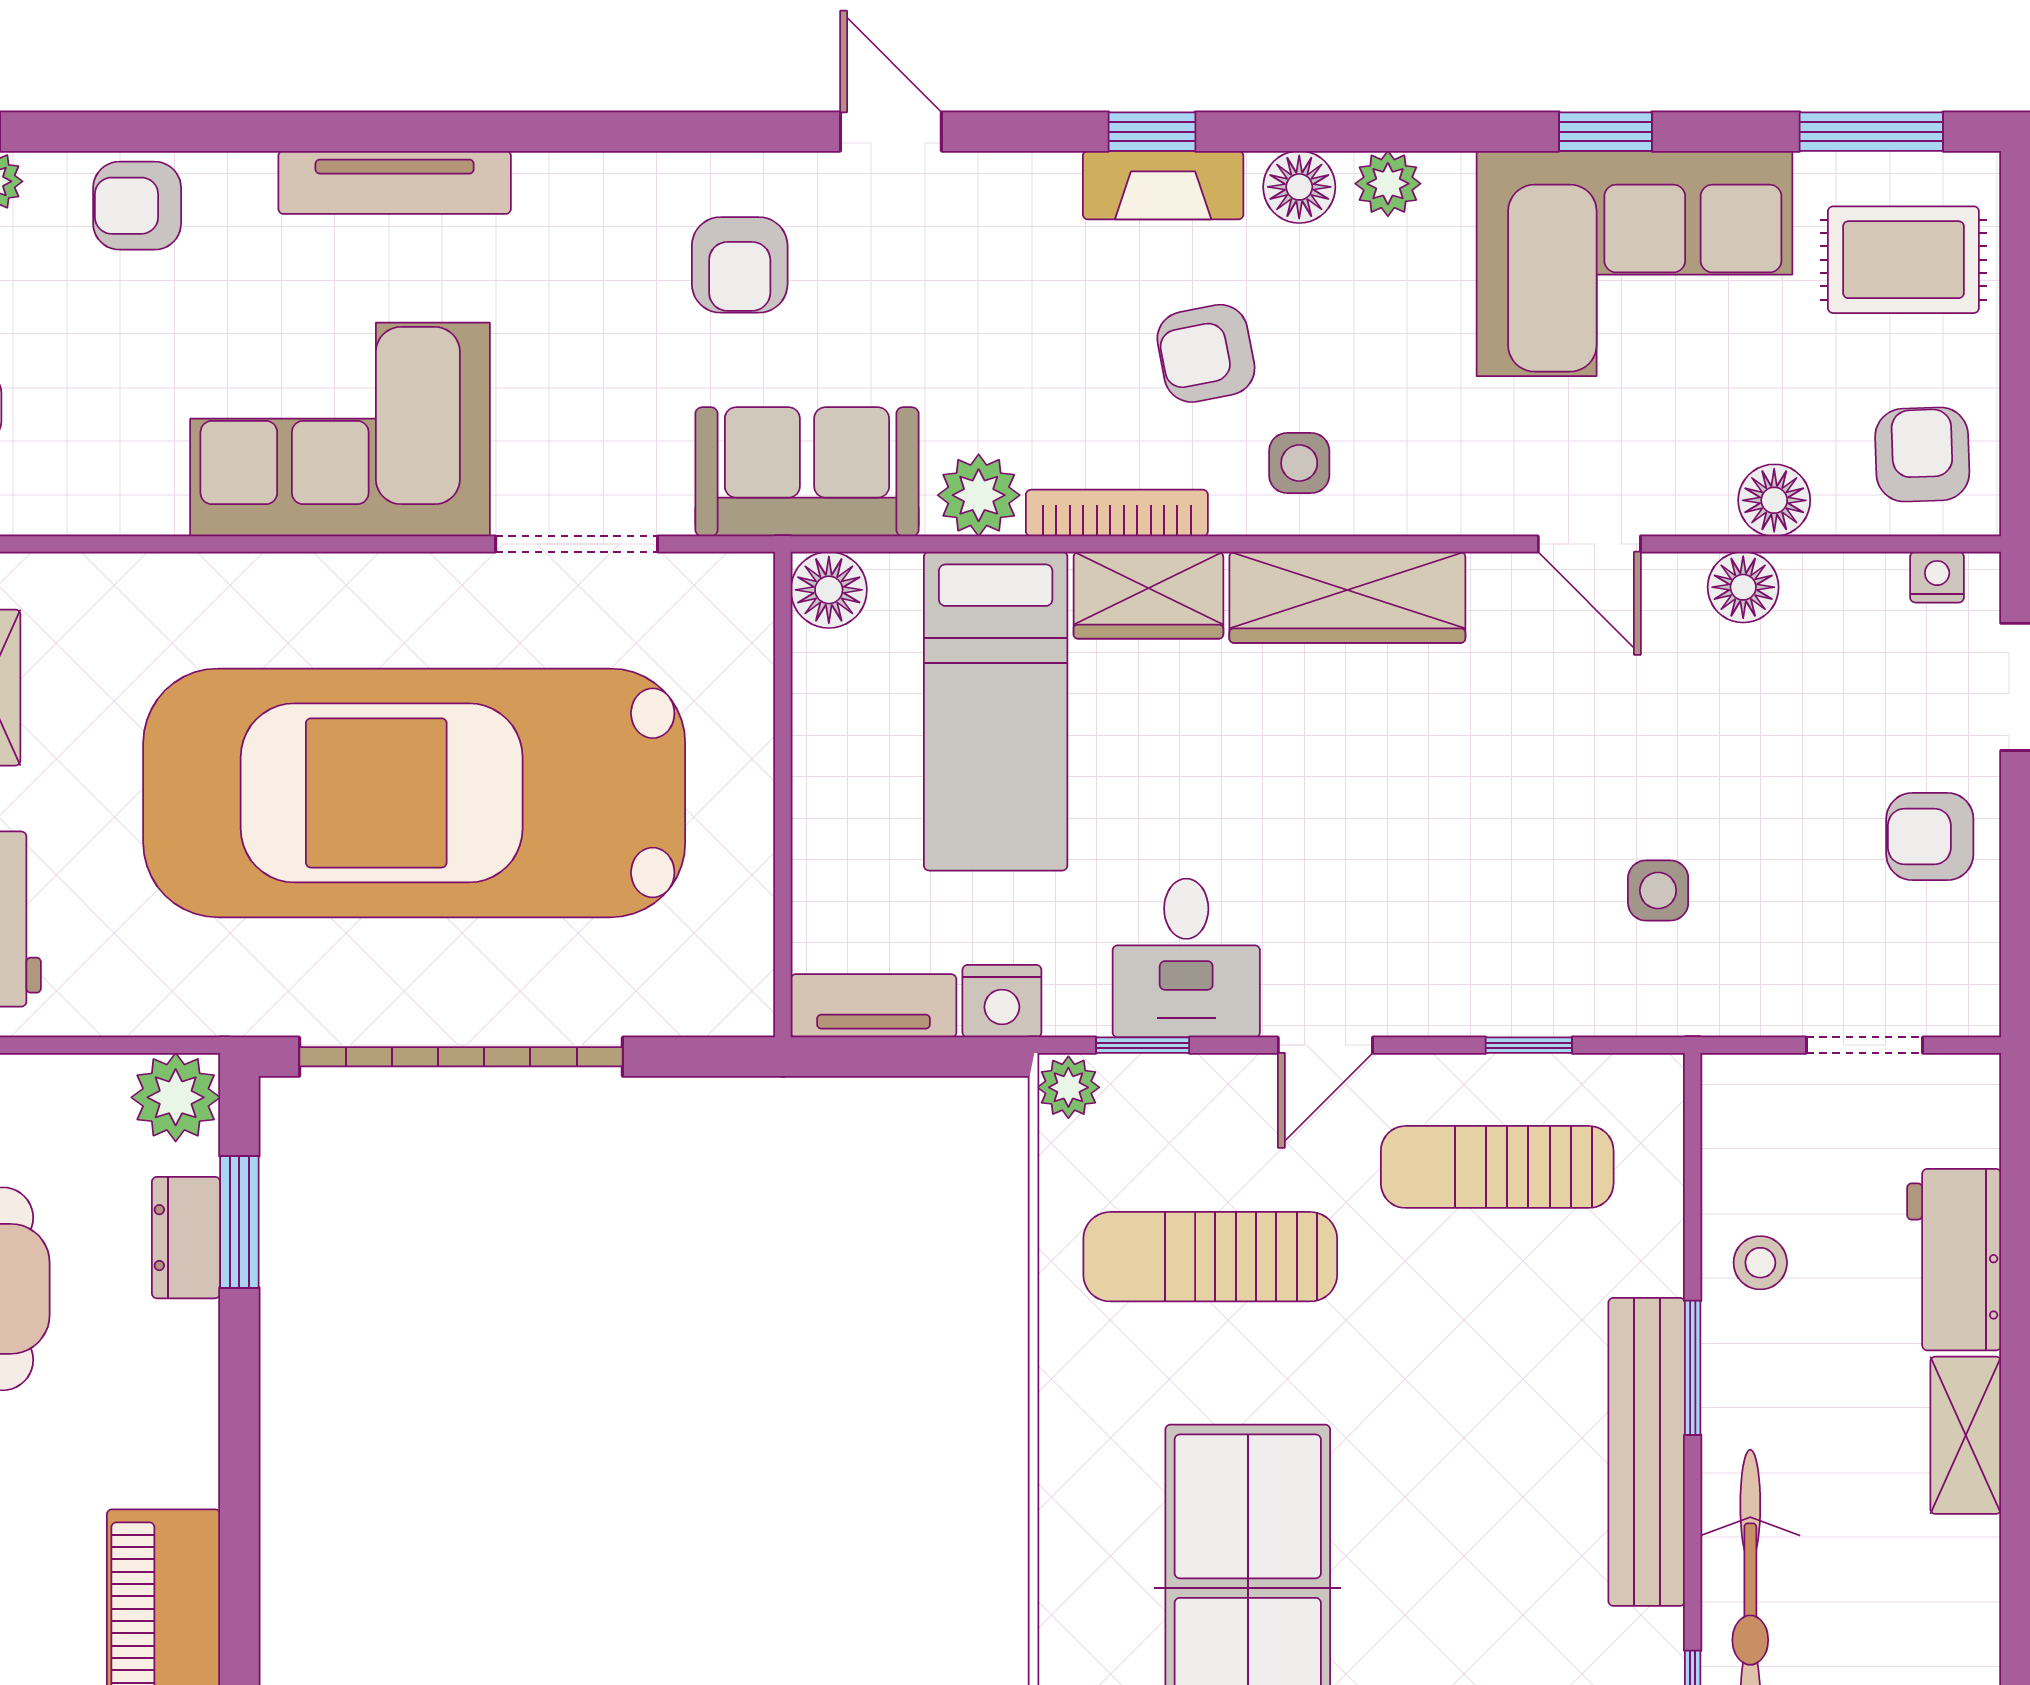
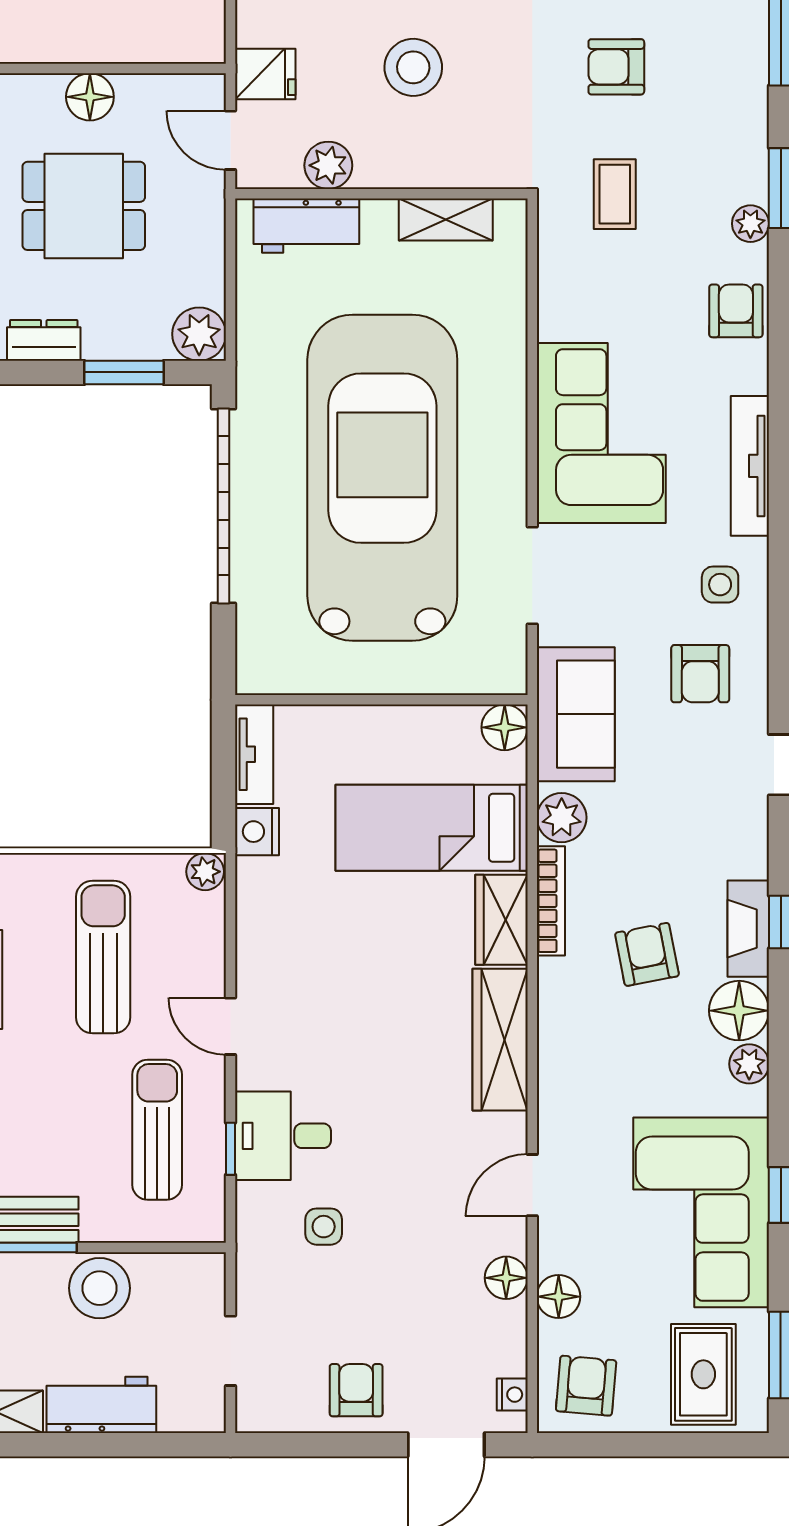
floor lamp: (1299, 187) -> (739, 1011), width x1.38, depth x1.38
armchair: (740, 265) -> (700, 674), turned -90
armchair: (1922, 454) -> (586, 1386), turned -83
side table: (1299, 463) -> (720, 585), moved
desk: (1186, 958) -> (283, 1136), moved
window: (1143, 1045) -> (230, 916), removed
dresser: (186, 1238) -> (44, 340), moved
stool: (1760, 1263) -> (100, 1288), width x1.89, depth x1.89

